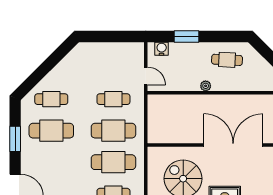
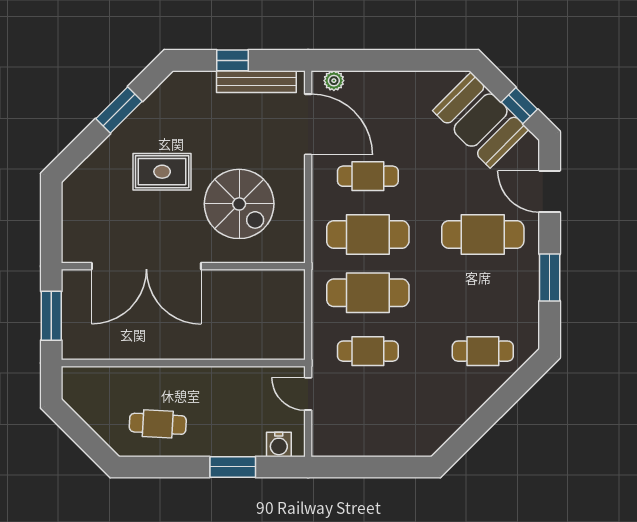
plant: (206, 86) -> (197, 376), removed
cafe table: (51, 131) -> (483, 234), moved

